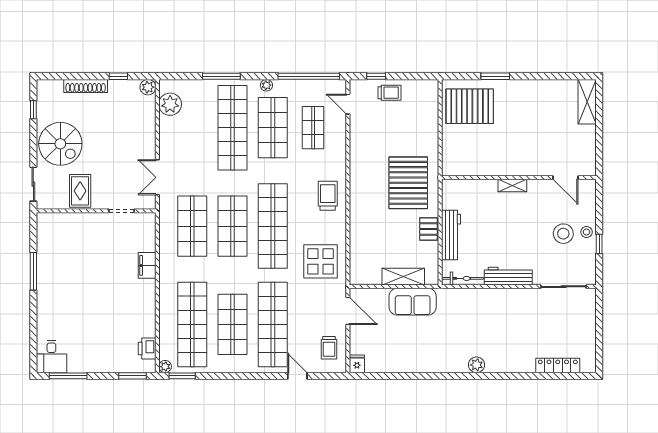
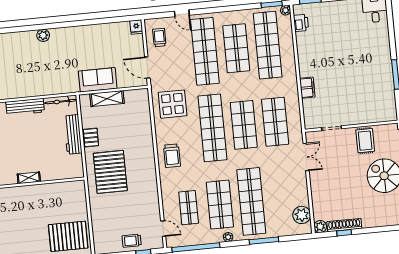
shoe rack: (86, 86) -> (344, 225), moved

